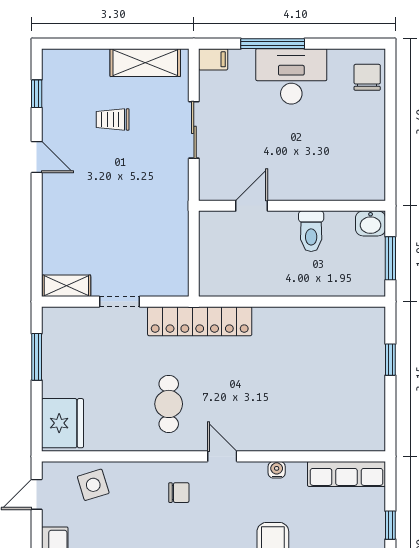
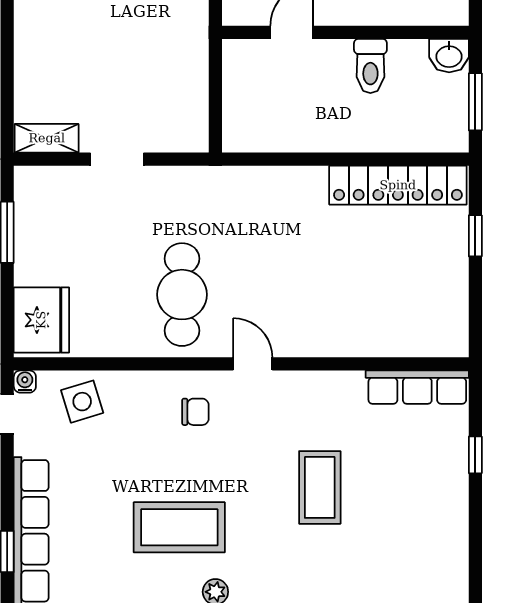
locker: (200, 321) -> (398, 185), moved
cafe table: (169, 404) -> (182, 295), width x1.37, depth x1.35
water cooler: (277, 470) -> (25, 382), moved

